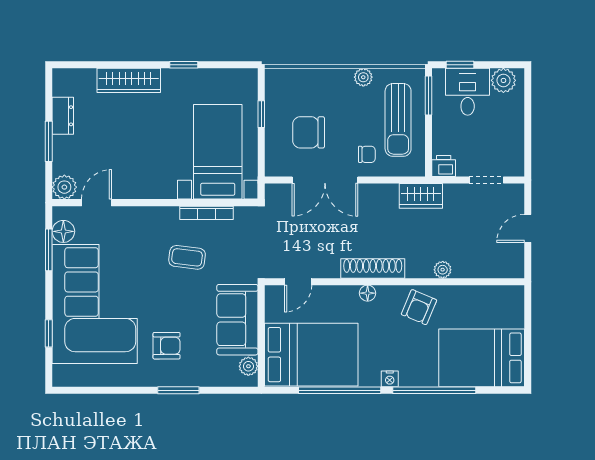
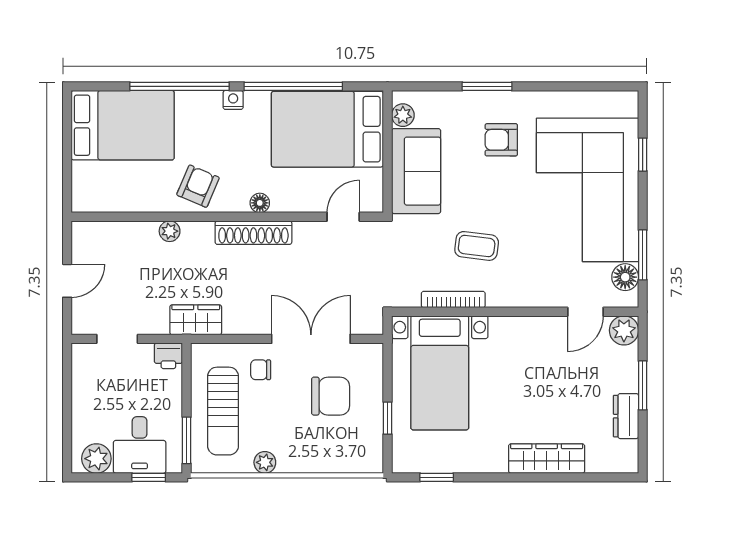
window: (184, 65) -> (437, 477), moved
sun lounger: (398, 120) -> (223, 411), turned 180

